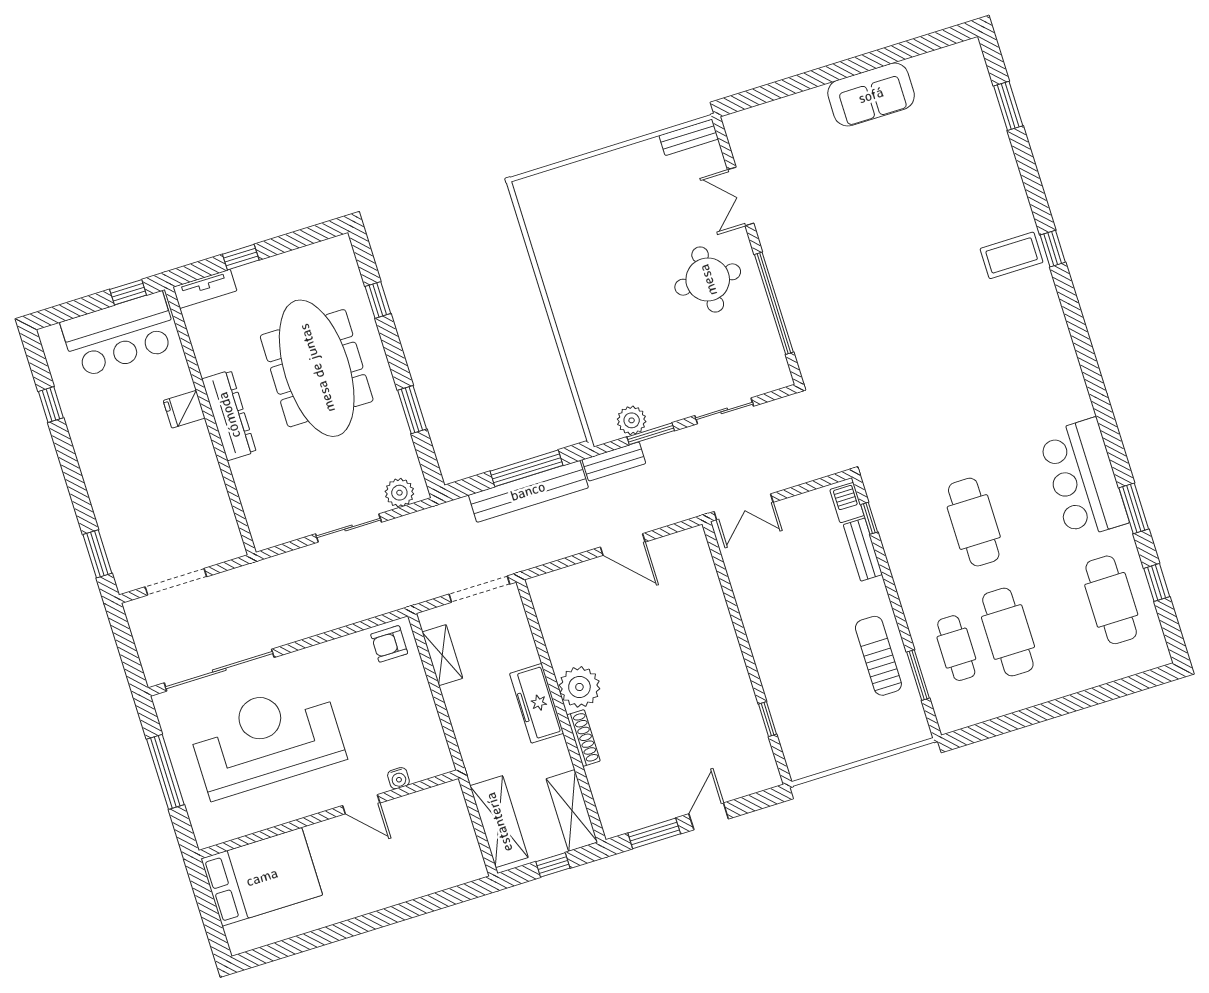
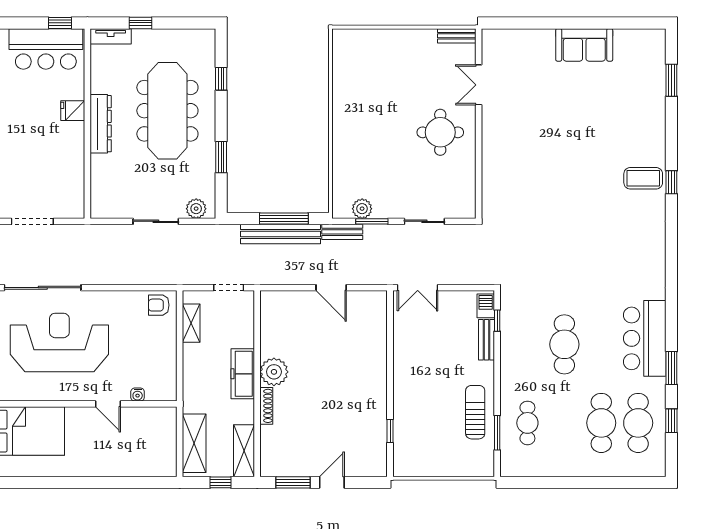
window: (774, 303) -> (479, 161), removed
doorway: (479, 589) -> (229, 288), width x0.73
cafe table: (1008, 632) -> (601, 423), moved

